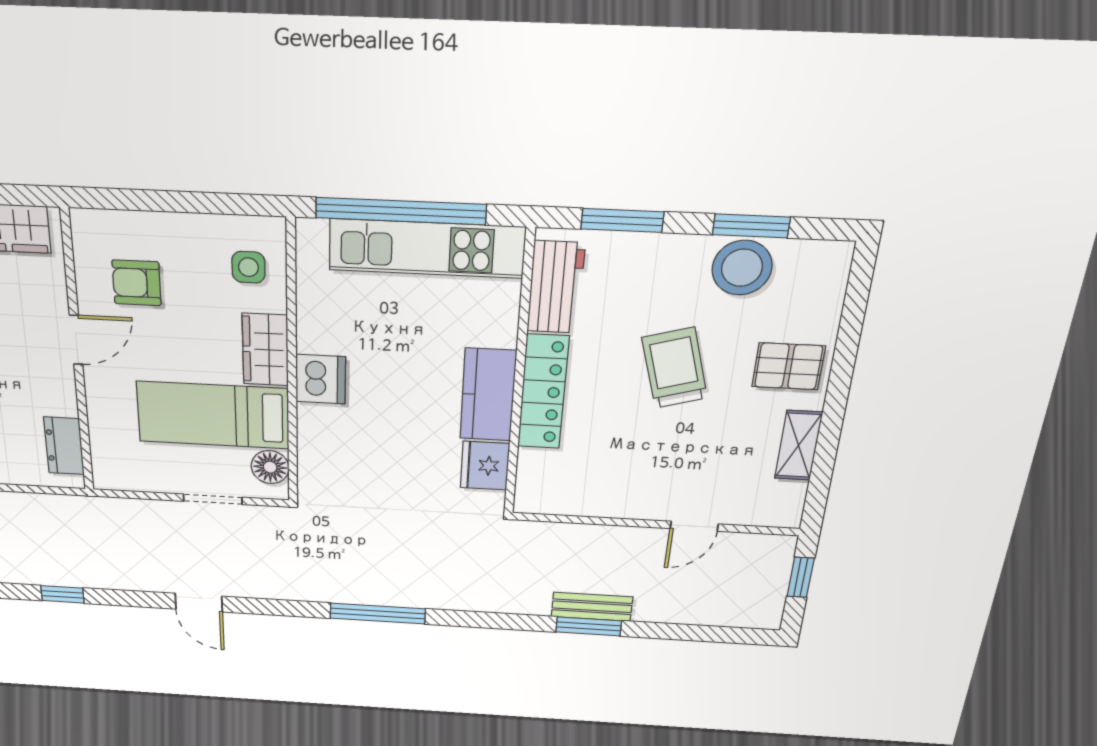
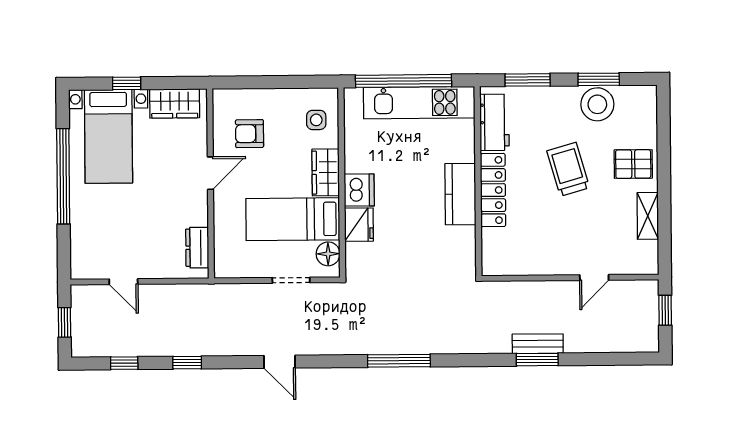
fridge: (485, 466) -> (359, 225), moved, turned 180

